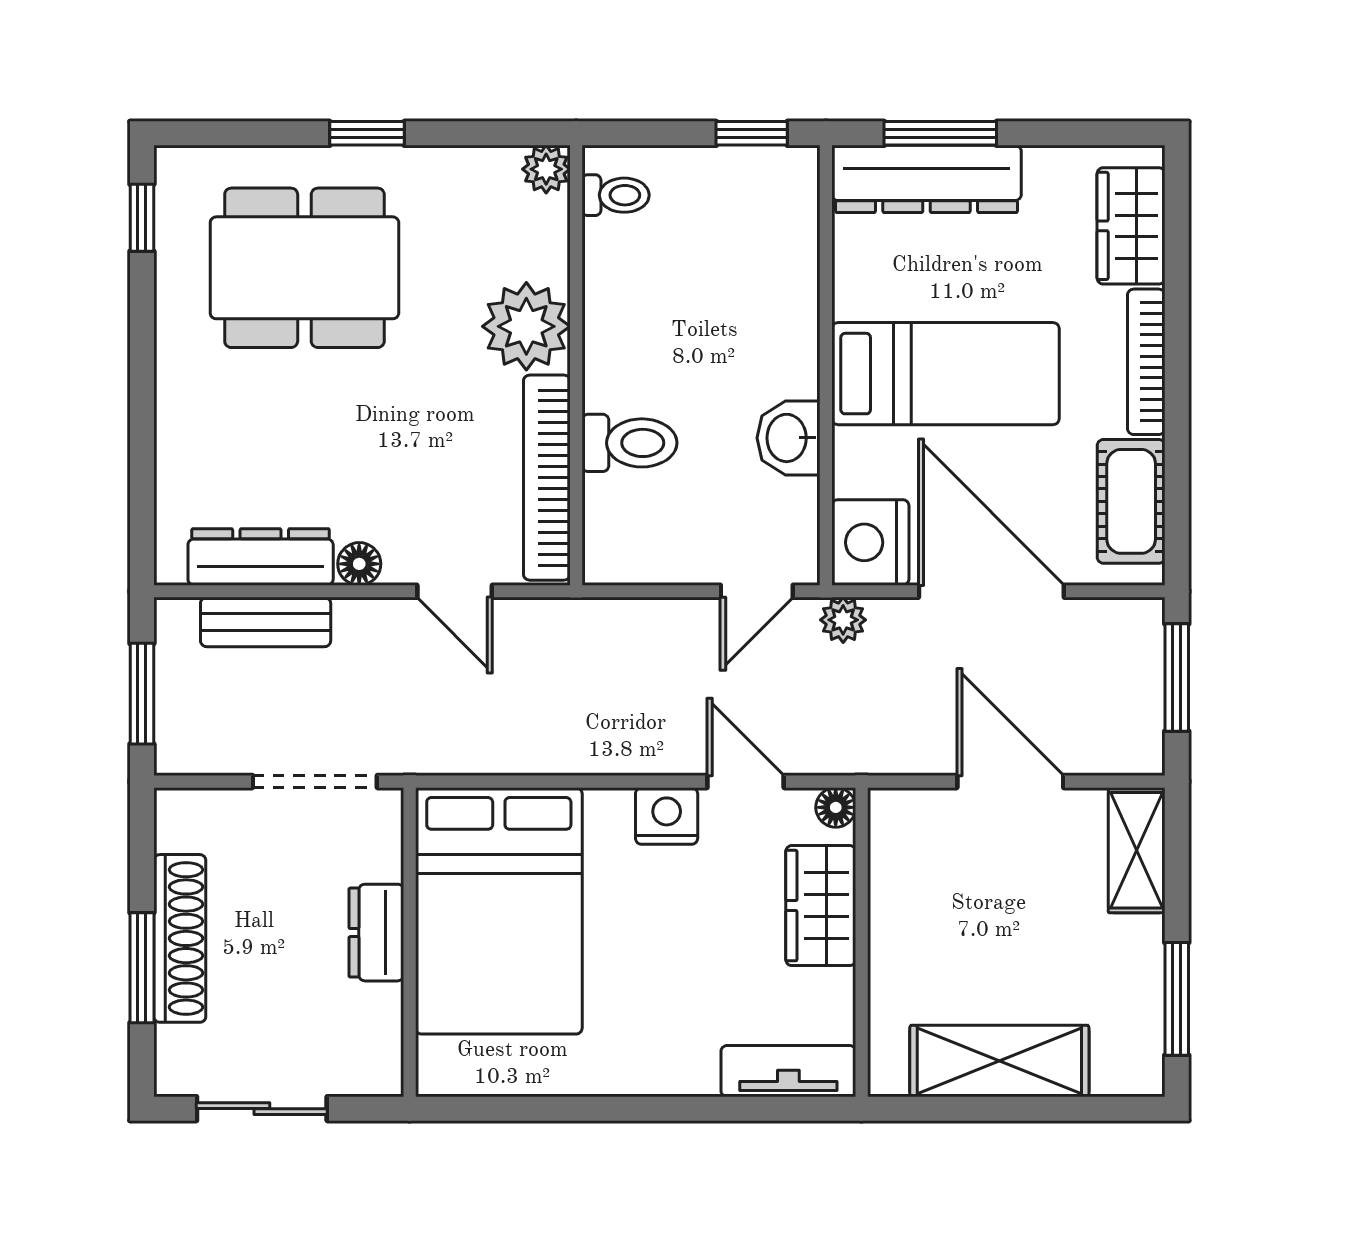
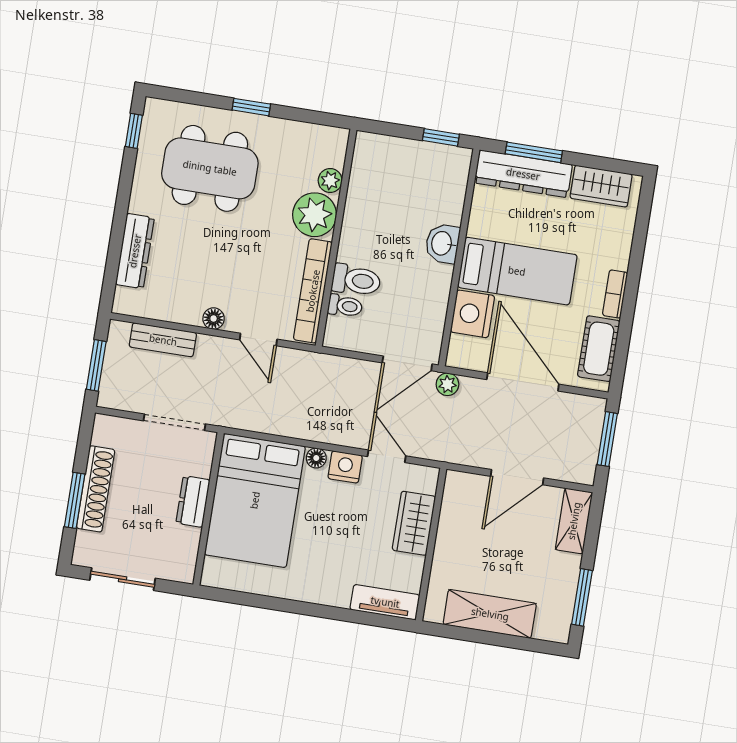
plant: (546, 169) -> (330, 181), moved
toilet: (616, 195) -> (345, 306), moved
wardrobe: (1131, 226) -> (601, 186), moved, turned -90
bookcase: (1146, 362) -> (615, 294), width x0.64
washbasin: (788, 438) -> (442, 243), moved
nightstand: (870, 542) -> (473, 314), moved
dresser: (261, 557) -> (135, 251), moved, turned 90
door: (757, 591) -> (407, 363), width x1.38
door: (1010, 782) -> (517, 477), swing flipped
floor lamp: (836, 807) -> (316, 458), moved

